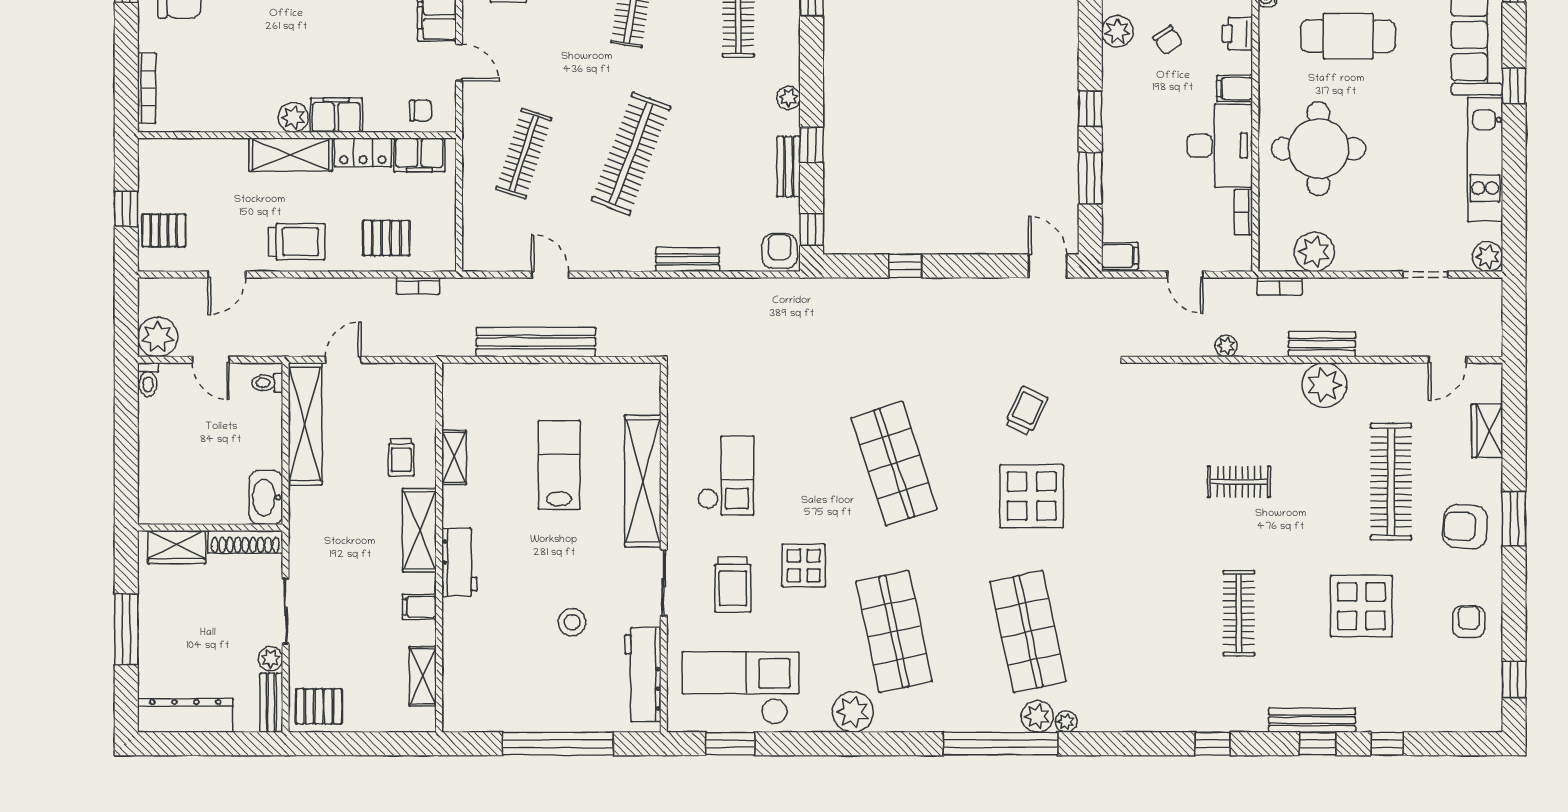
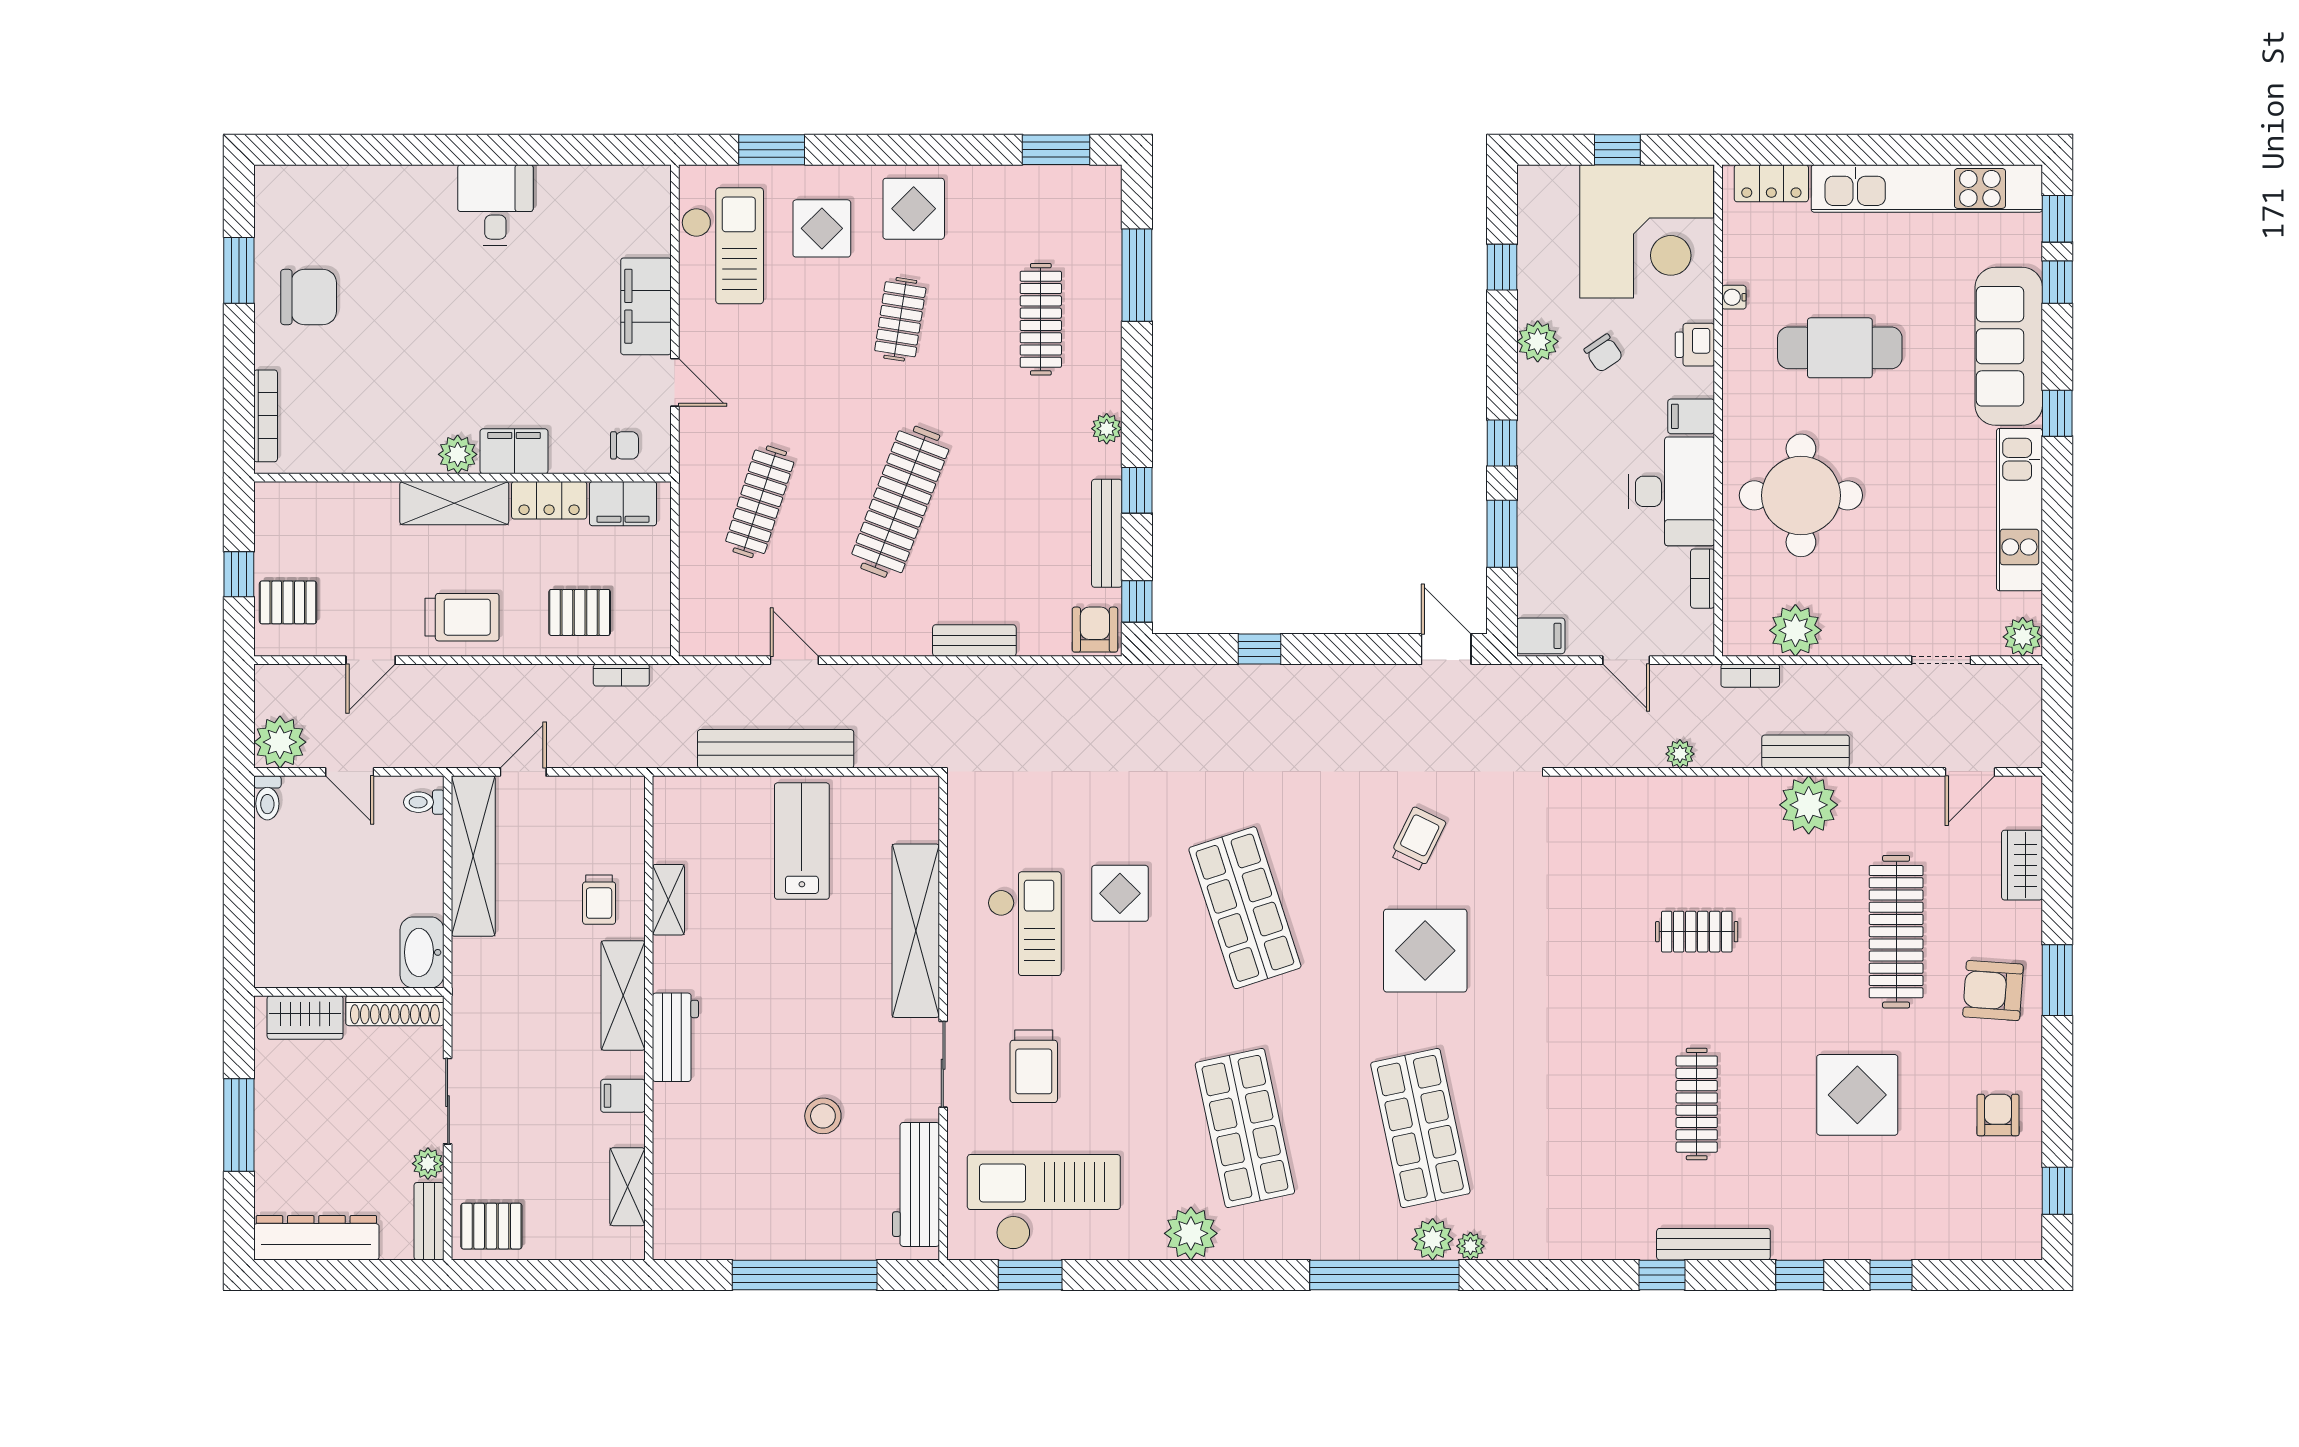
bench: (789, 167) -> (1107, 533), width x1.36
lab bench: (559, 465) -> (802, 841), moved
display table: (804, 566) -> (1120, 893), moved
bench: (1312, 720) -> (1713, 1244), moved

